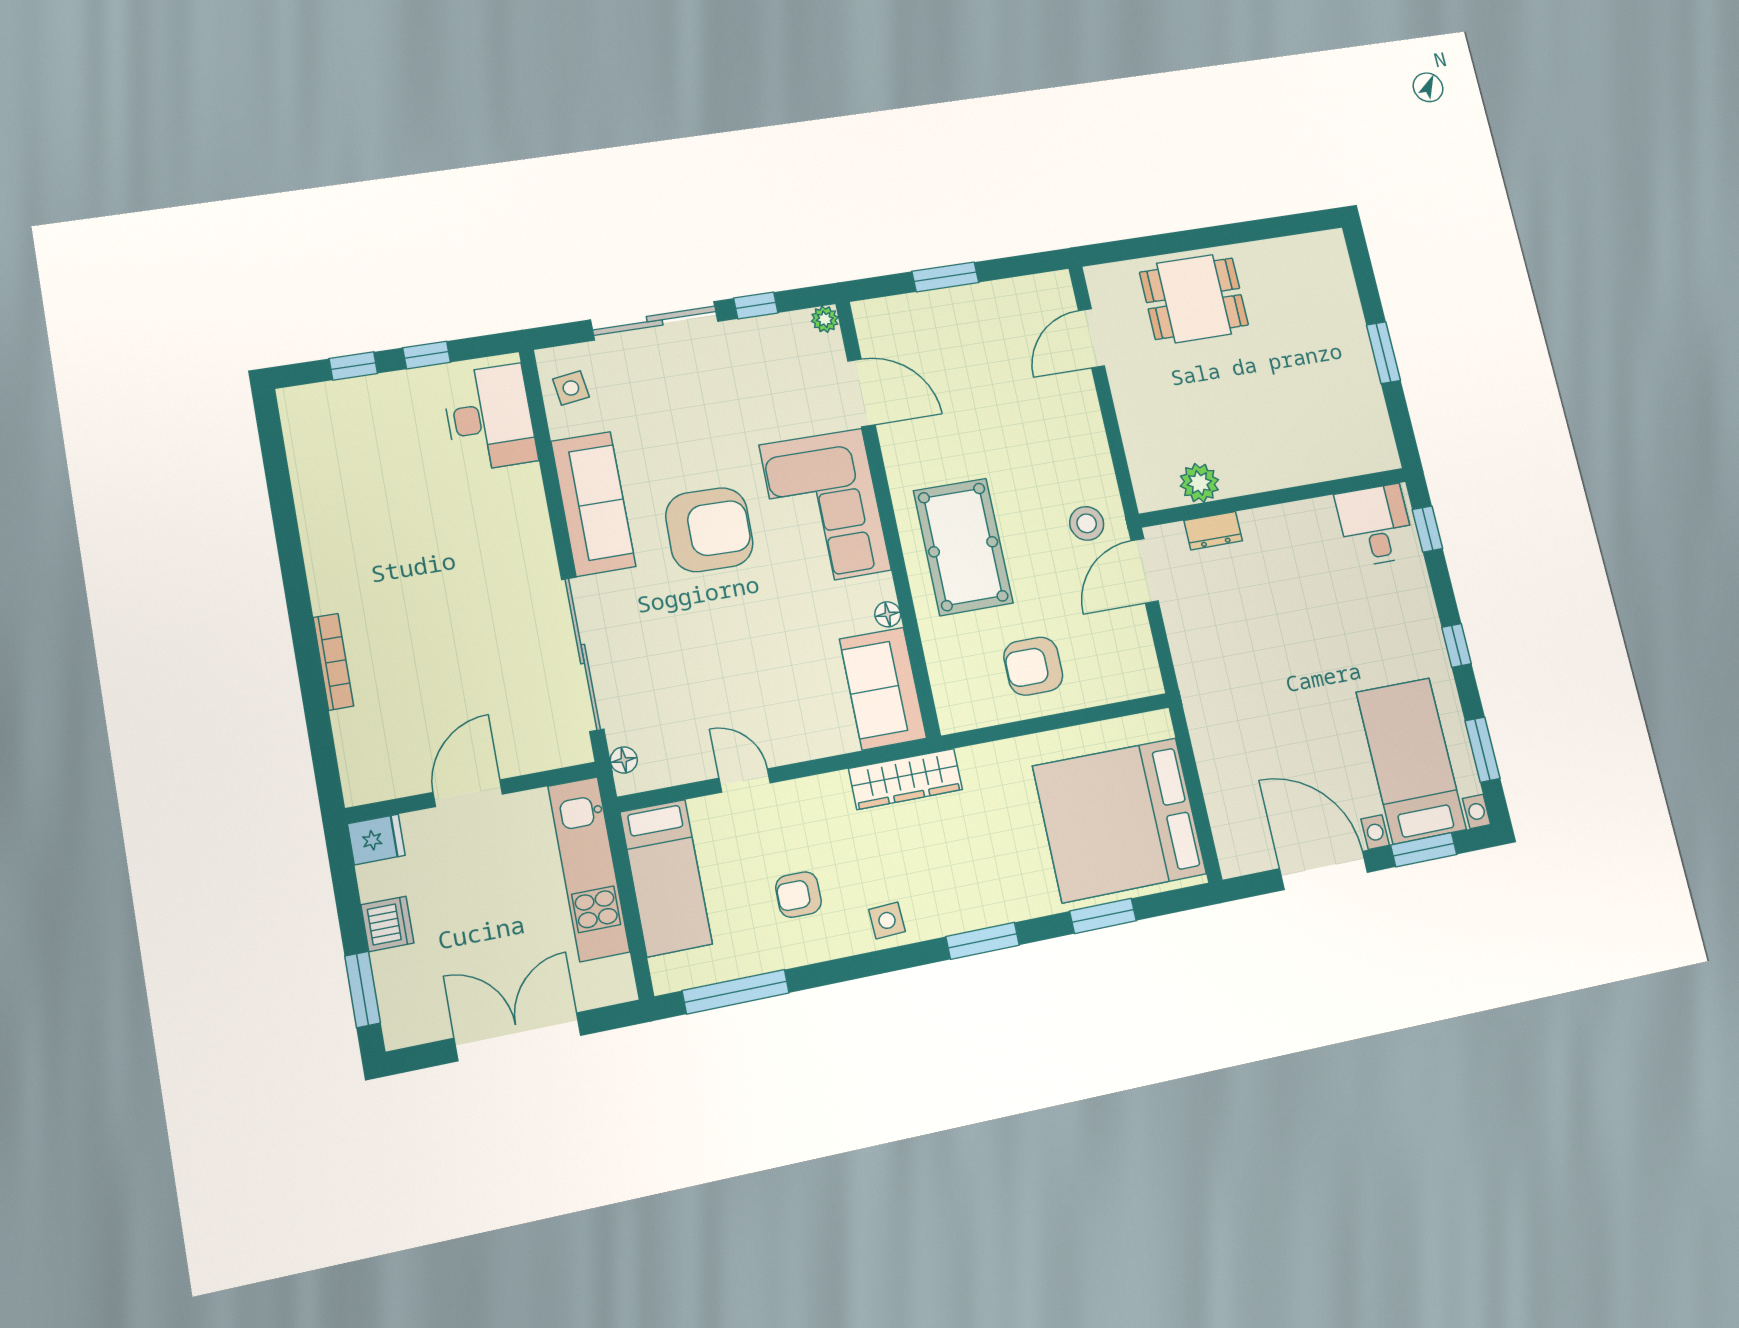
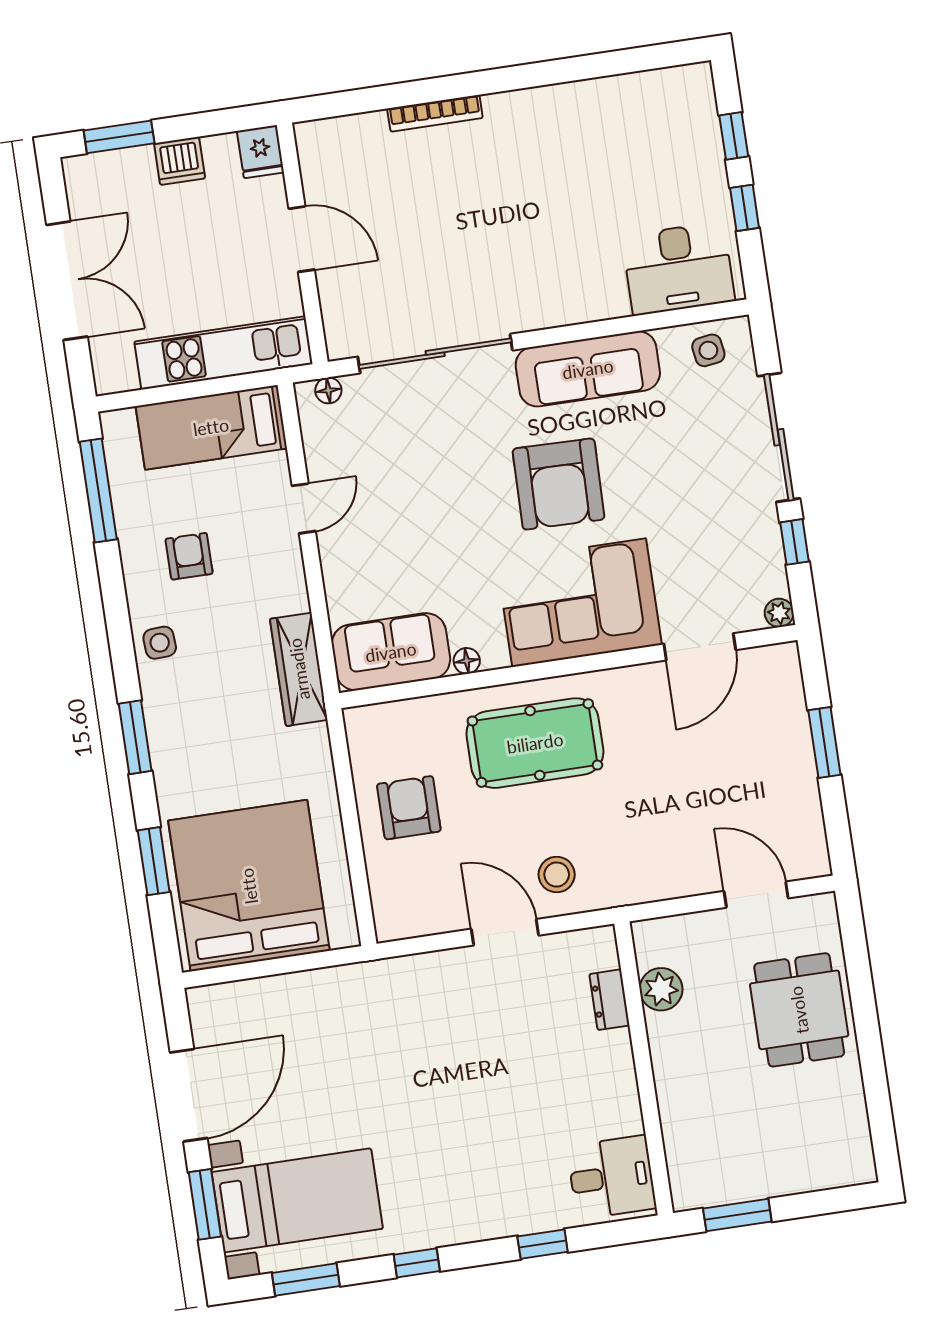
plant: (1199, 483) -> (661, 989), moved
wall: (1273, 498) -> (644, 1068), moved
desk: (1375, 525) -> (612, 1177), moved
dresser: (1213, 531) -> (609, 1000), moved

